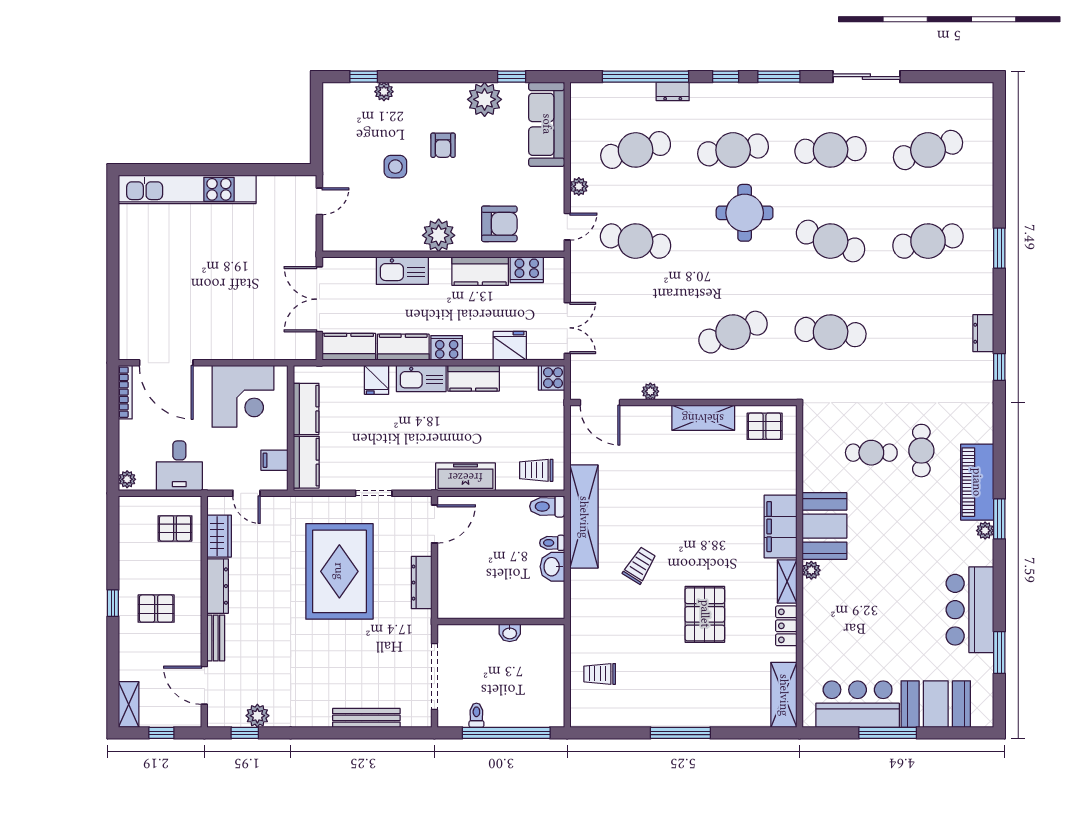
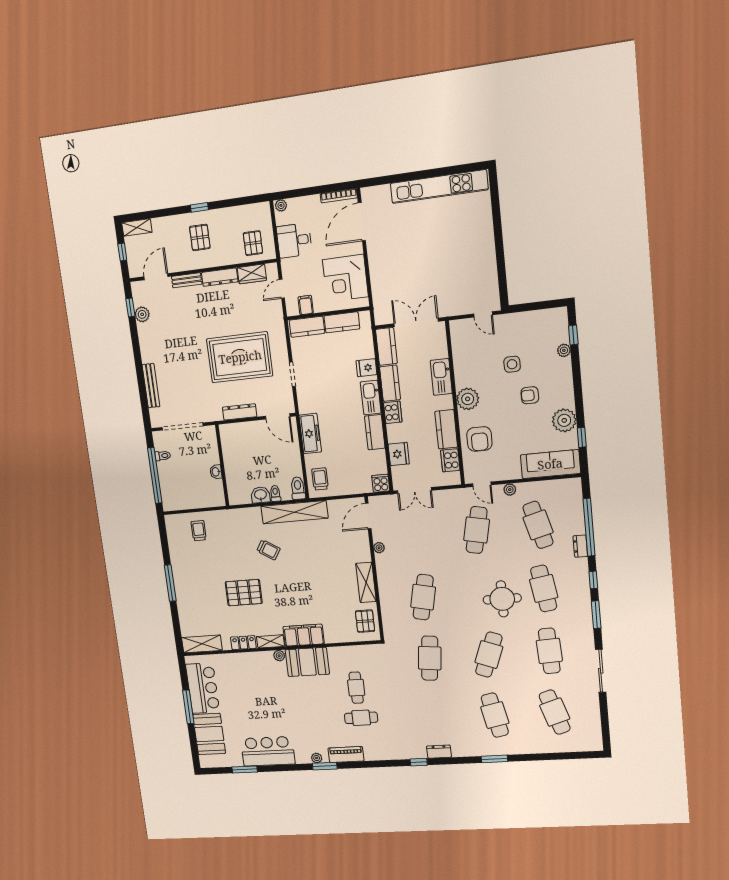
kitchen unit: (187, 189) -> (439, 186), moved, turned -90
cafe table: (733, 332) -> (423, 597), turned 33
piano: (977, 482) -> (346, 754), width x0.73, depth x0.75

